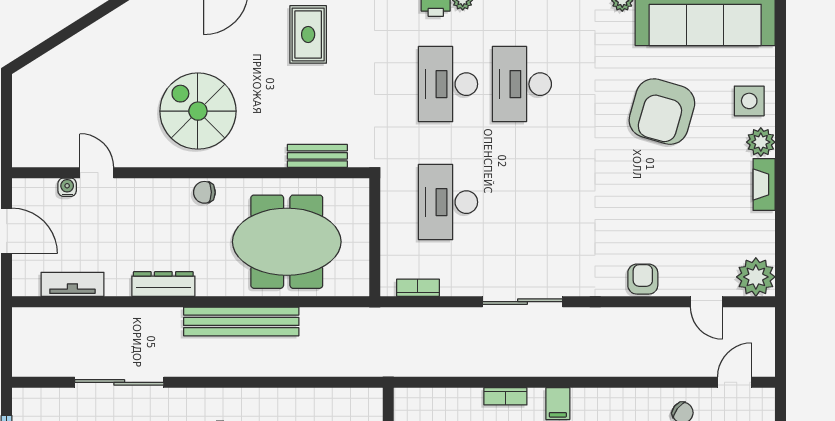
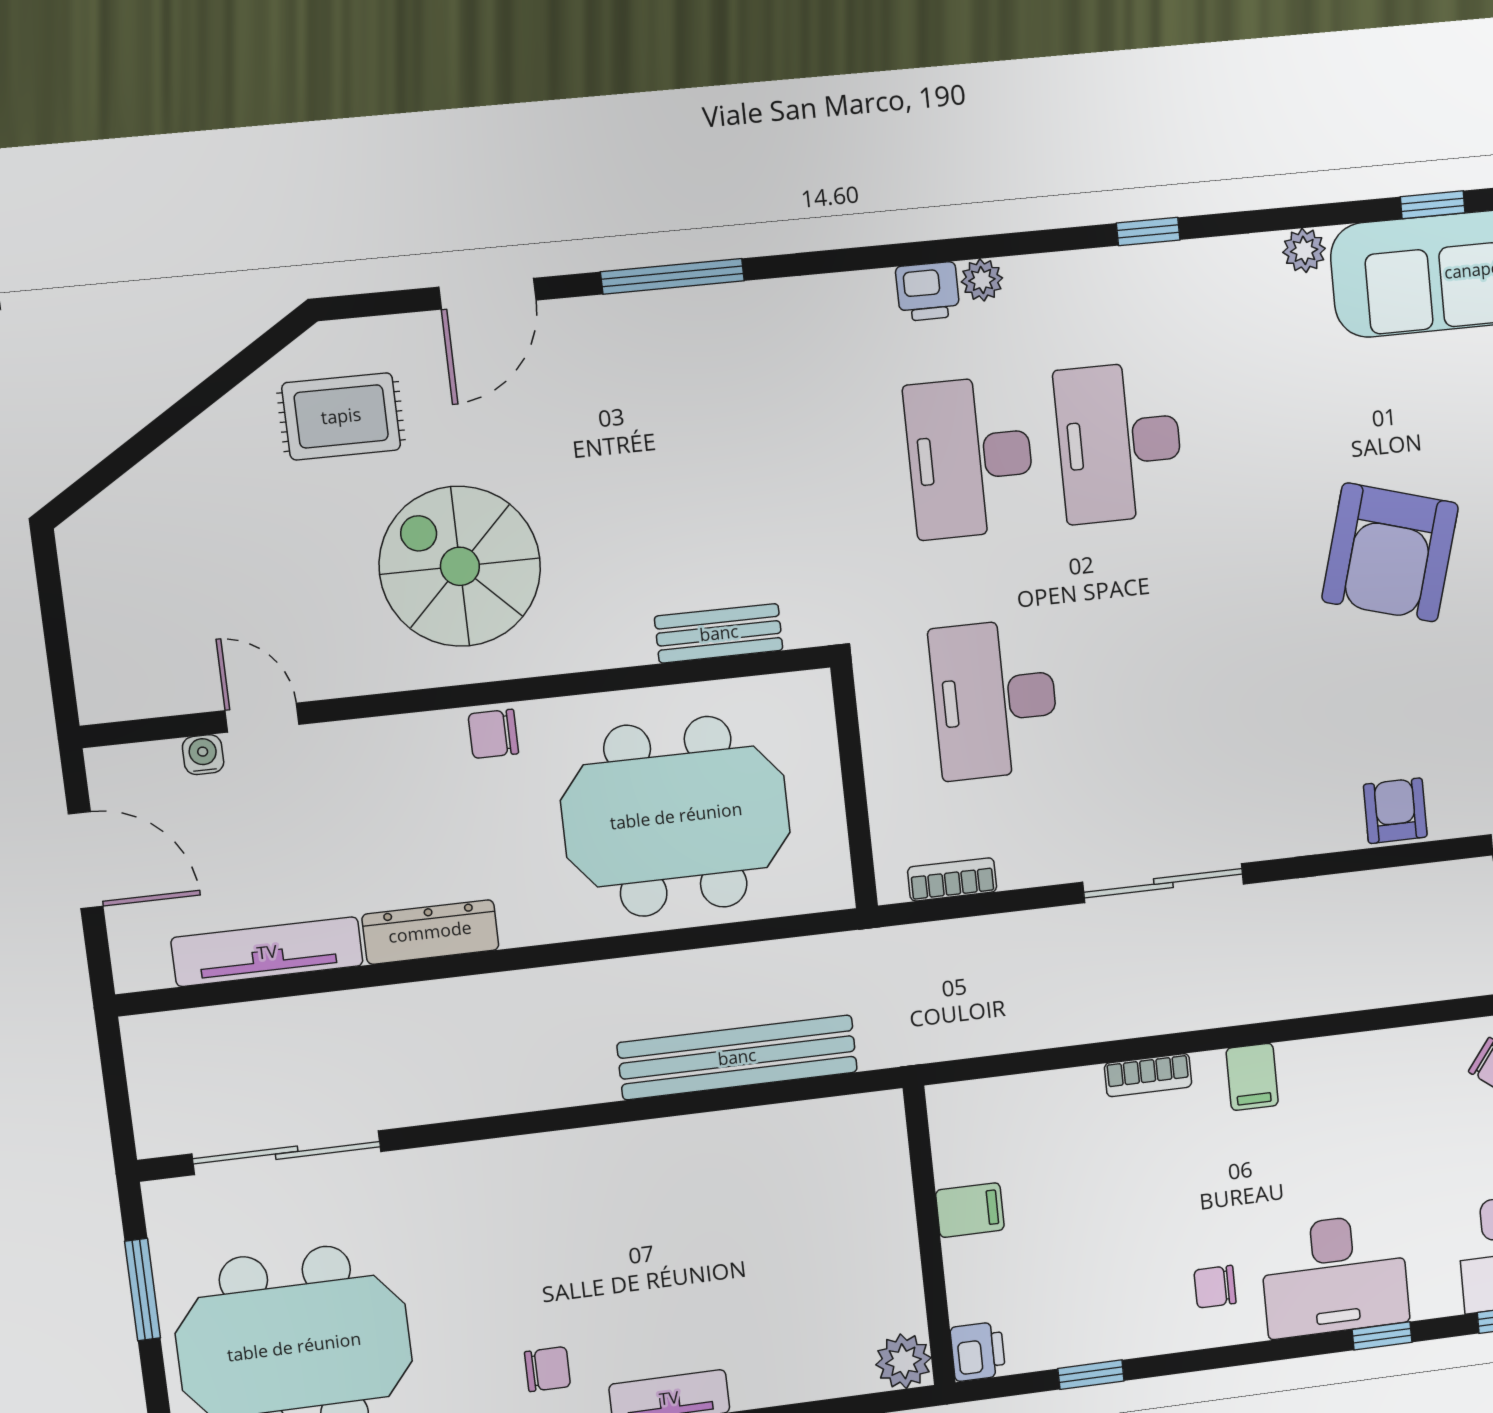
rug: (308, 34) -> (341, 416), moved, turned 90
armchair: (662, 112) -> (1390, 552), moved
tv unit: (72, 284) -> (267, 952), width x1.41
bench: (241, 321) -> (737, 1057), moved
sliding door: (119, 382) -> (287, 1153), moved

